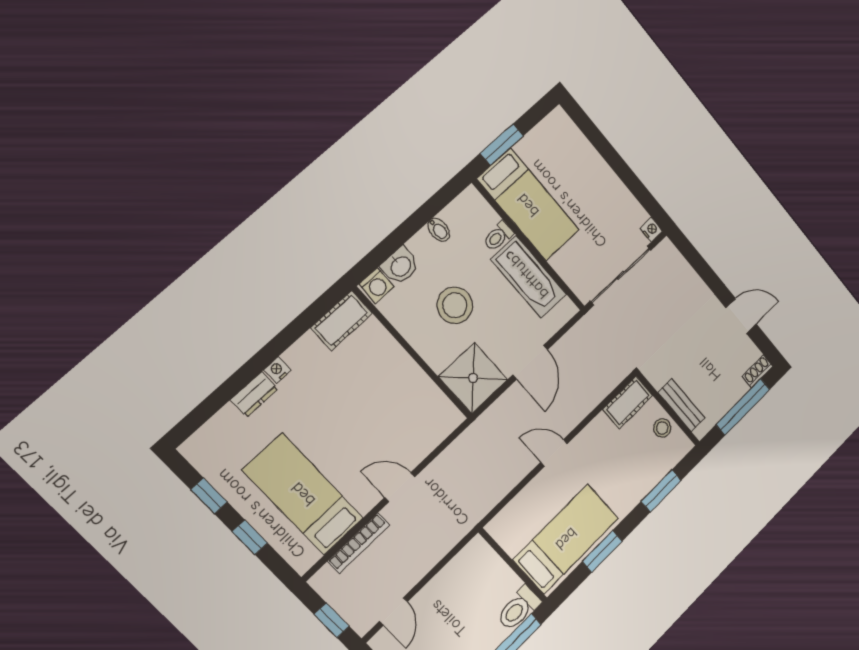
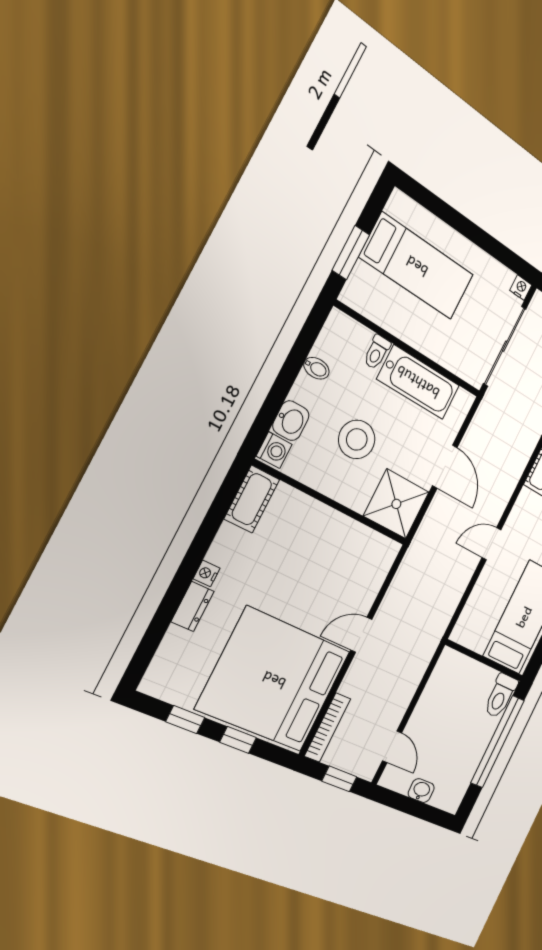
bed: (528, 205) -> (417, 266), moved
bed: (303, 494) -> (274, 680), width x2.04
bookcase: (359, 543) -> (328, 727), moved

